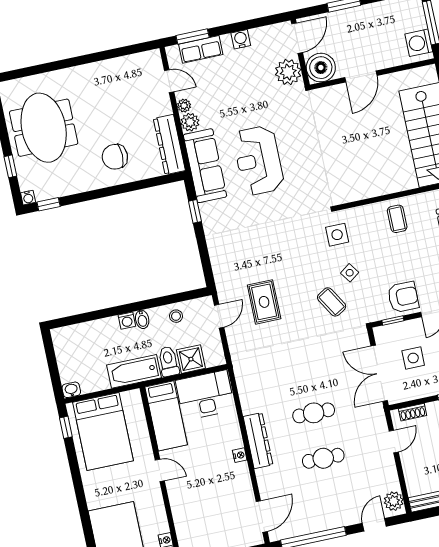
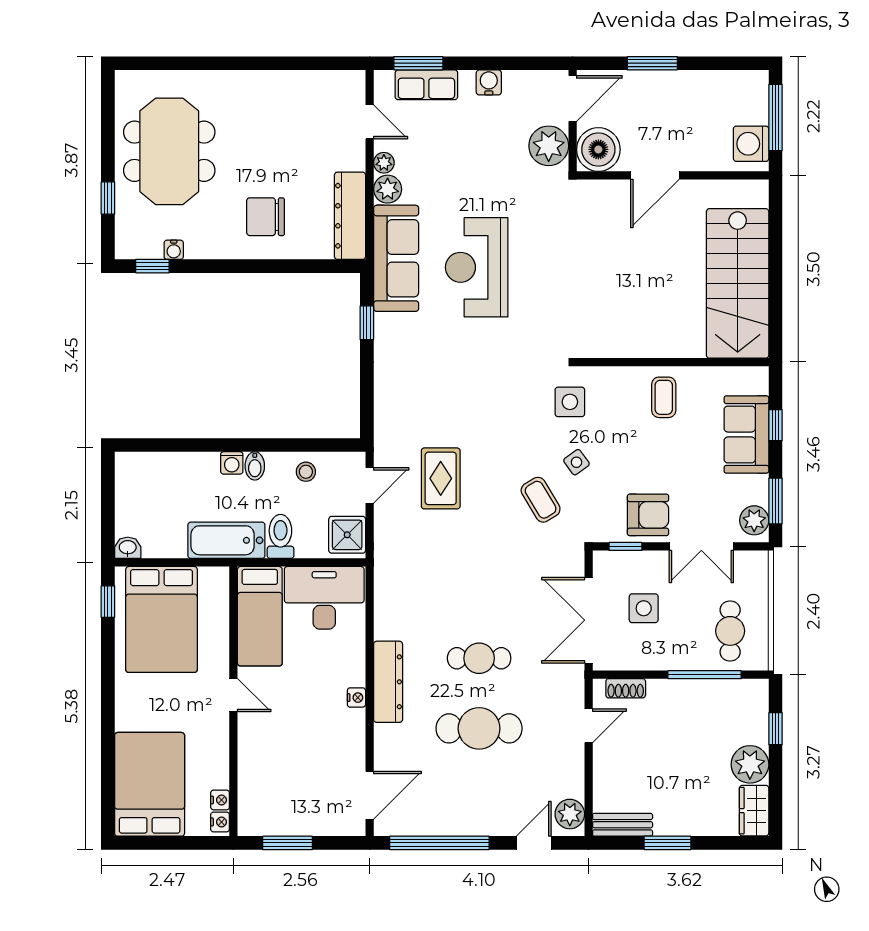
water cooler: (28, 198) -> (174, 250), moved
shower: (191, 359) -> (347, 535), moved
cafe table: (323, 458) -> (479, 728), width x1.37, depth x1.35

